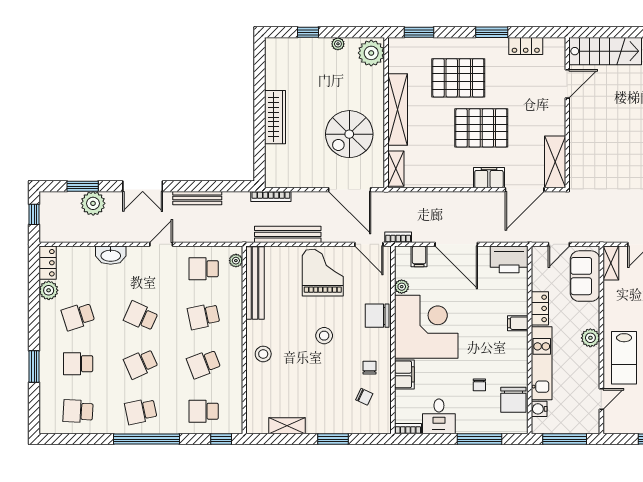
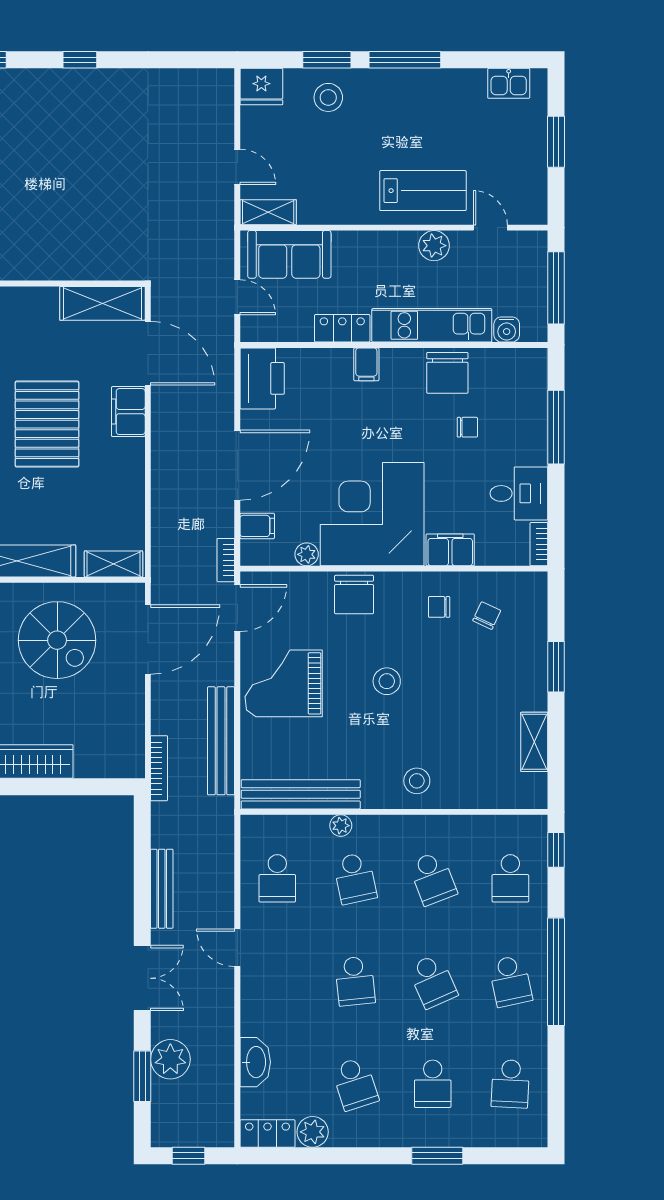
washbasin: (111, 255) -> (255, 1062), moved
plant: (236, 261) -> (341, 826), moved
school desk: (141, 316) -> (355, 981), turned -30
plant: (590, 338) -> (434, 246), moved
chair: (513, 400) -> (447, 373), moved, turned 90

